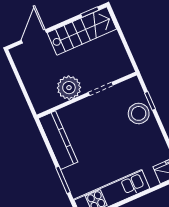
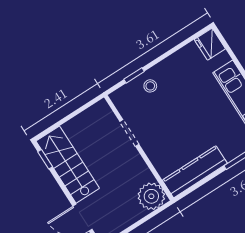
plant: (69, 88) -> (151, 196), moved
stool: (139, 113) -> (150, 86), width x0.53, depth x0.53

